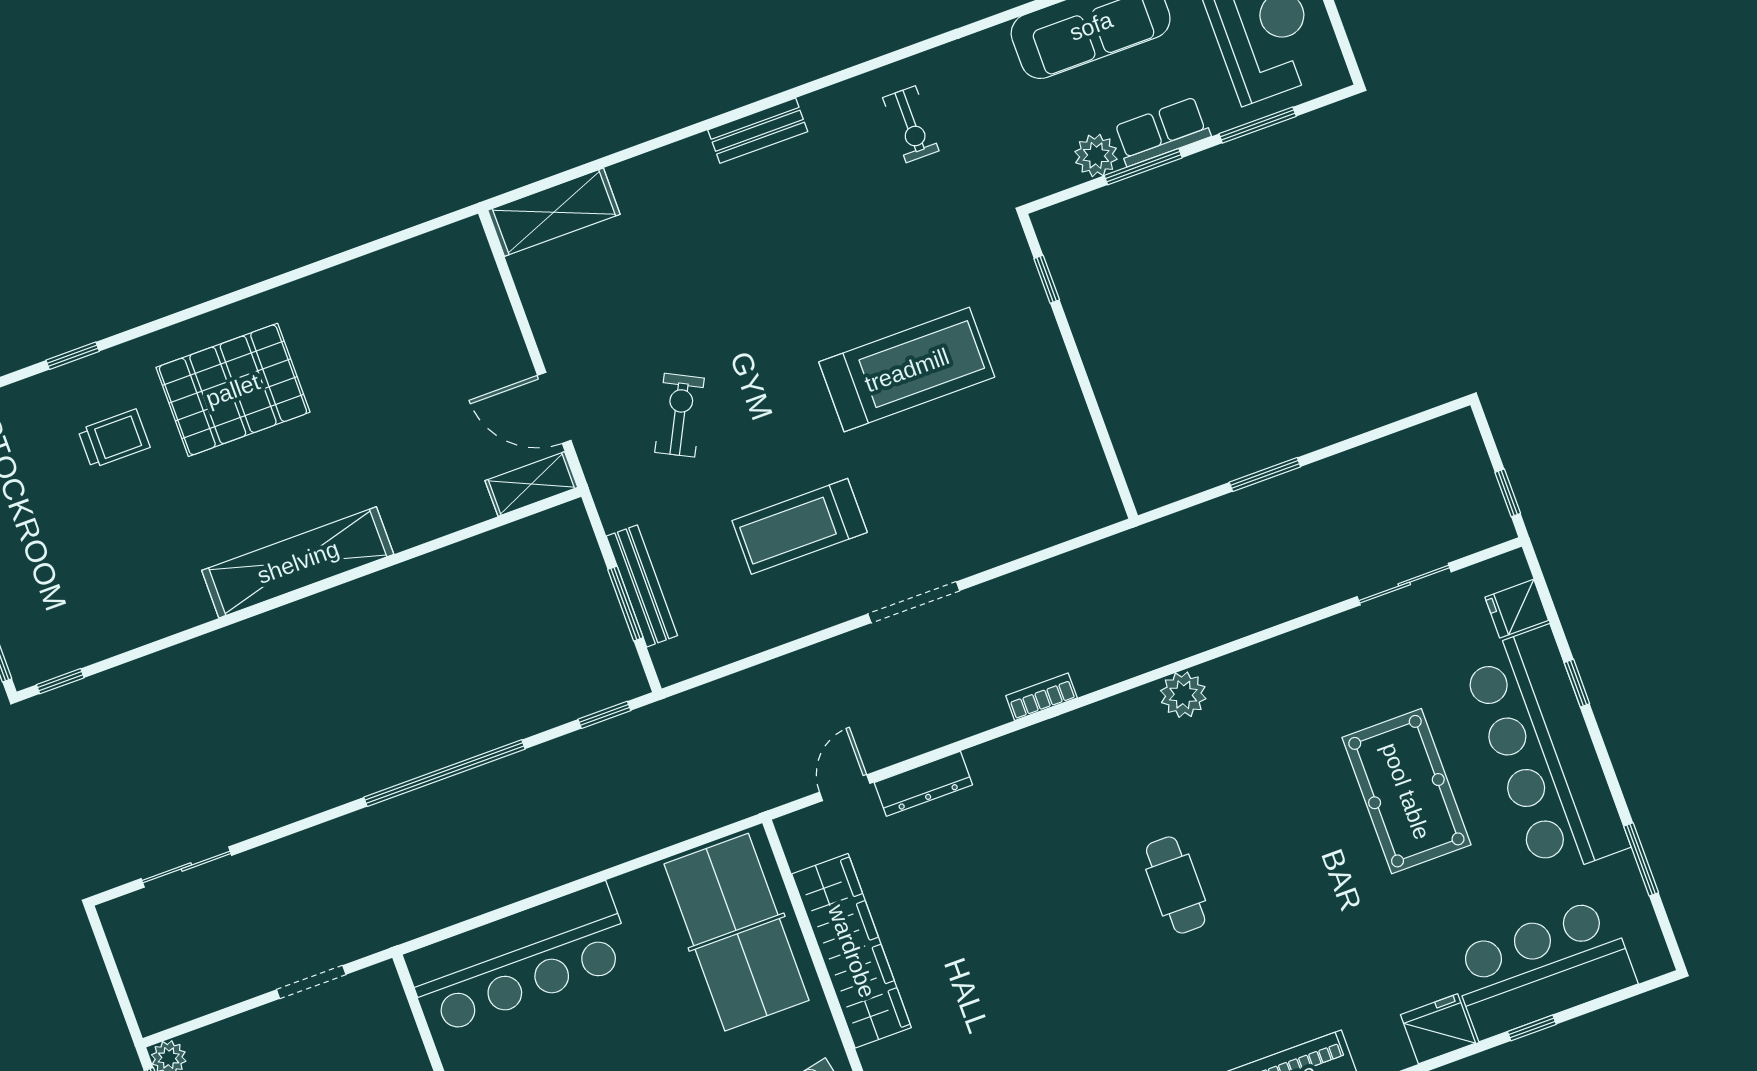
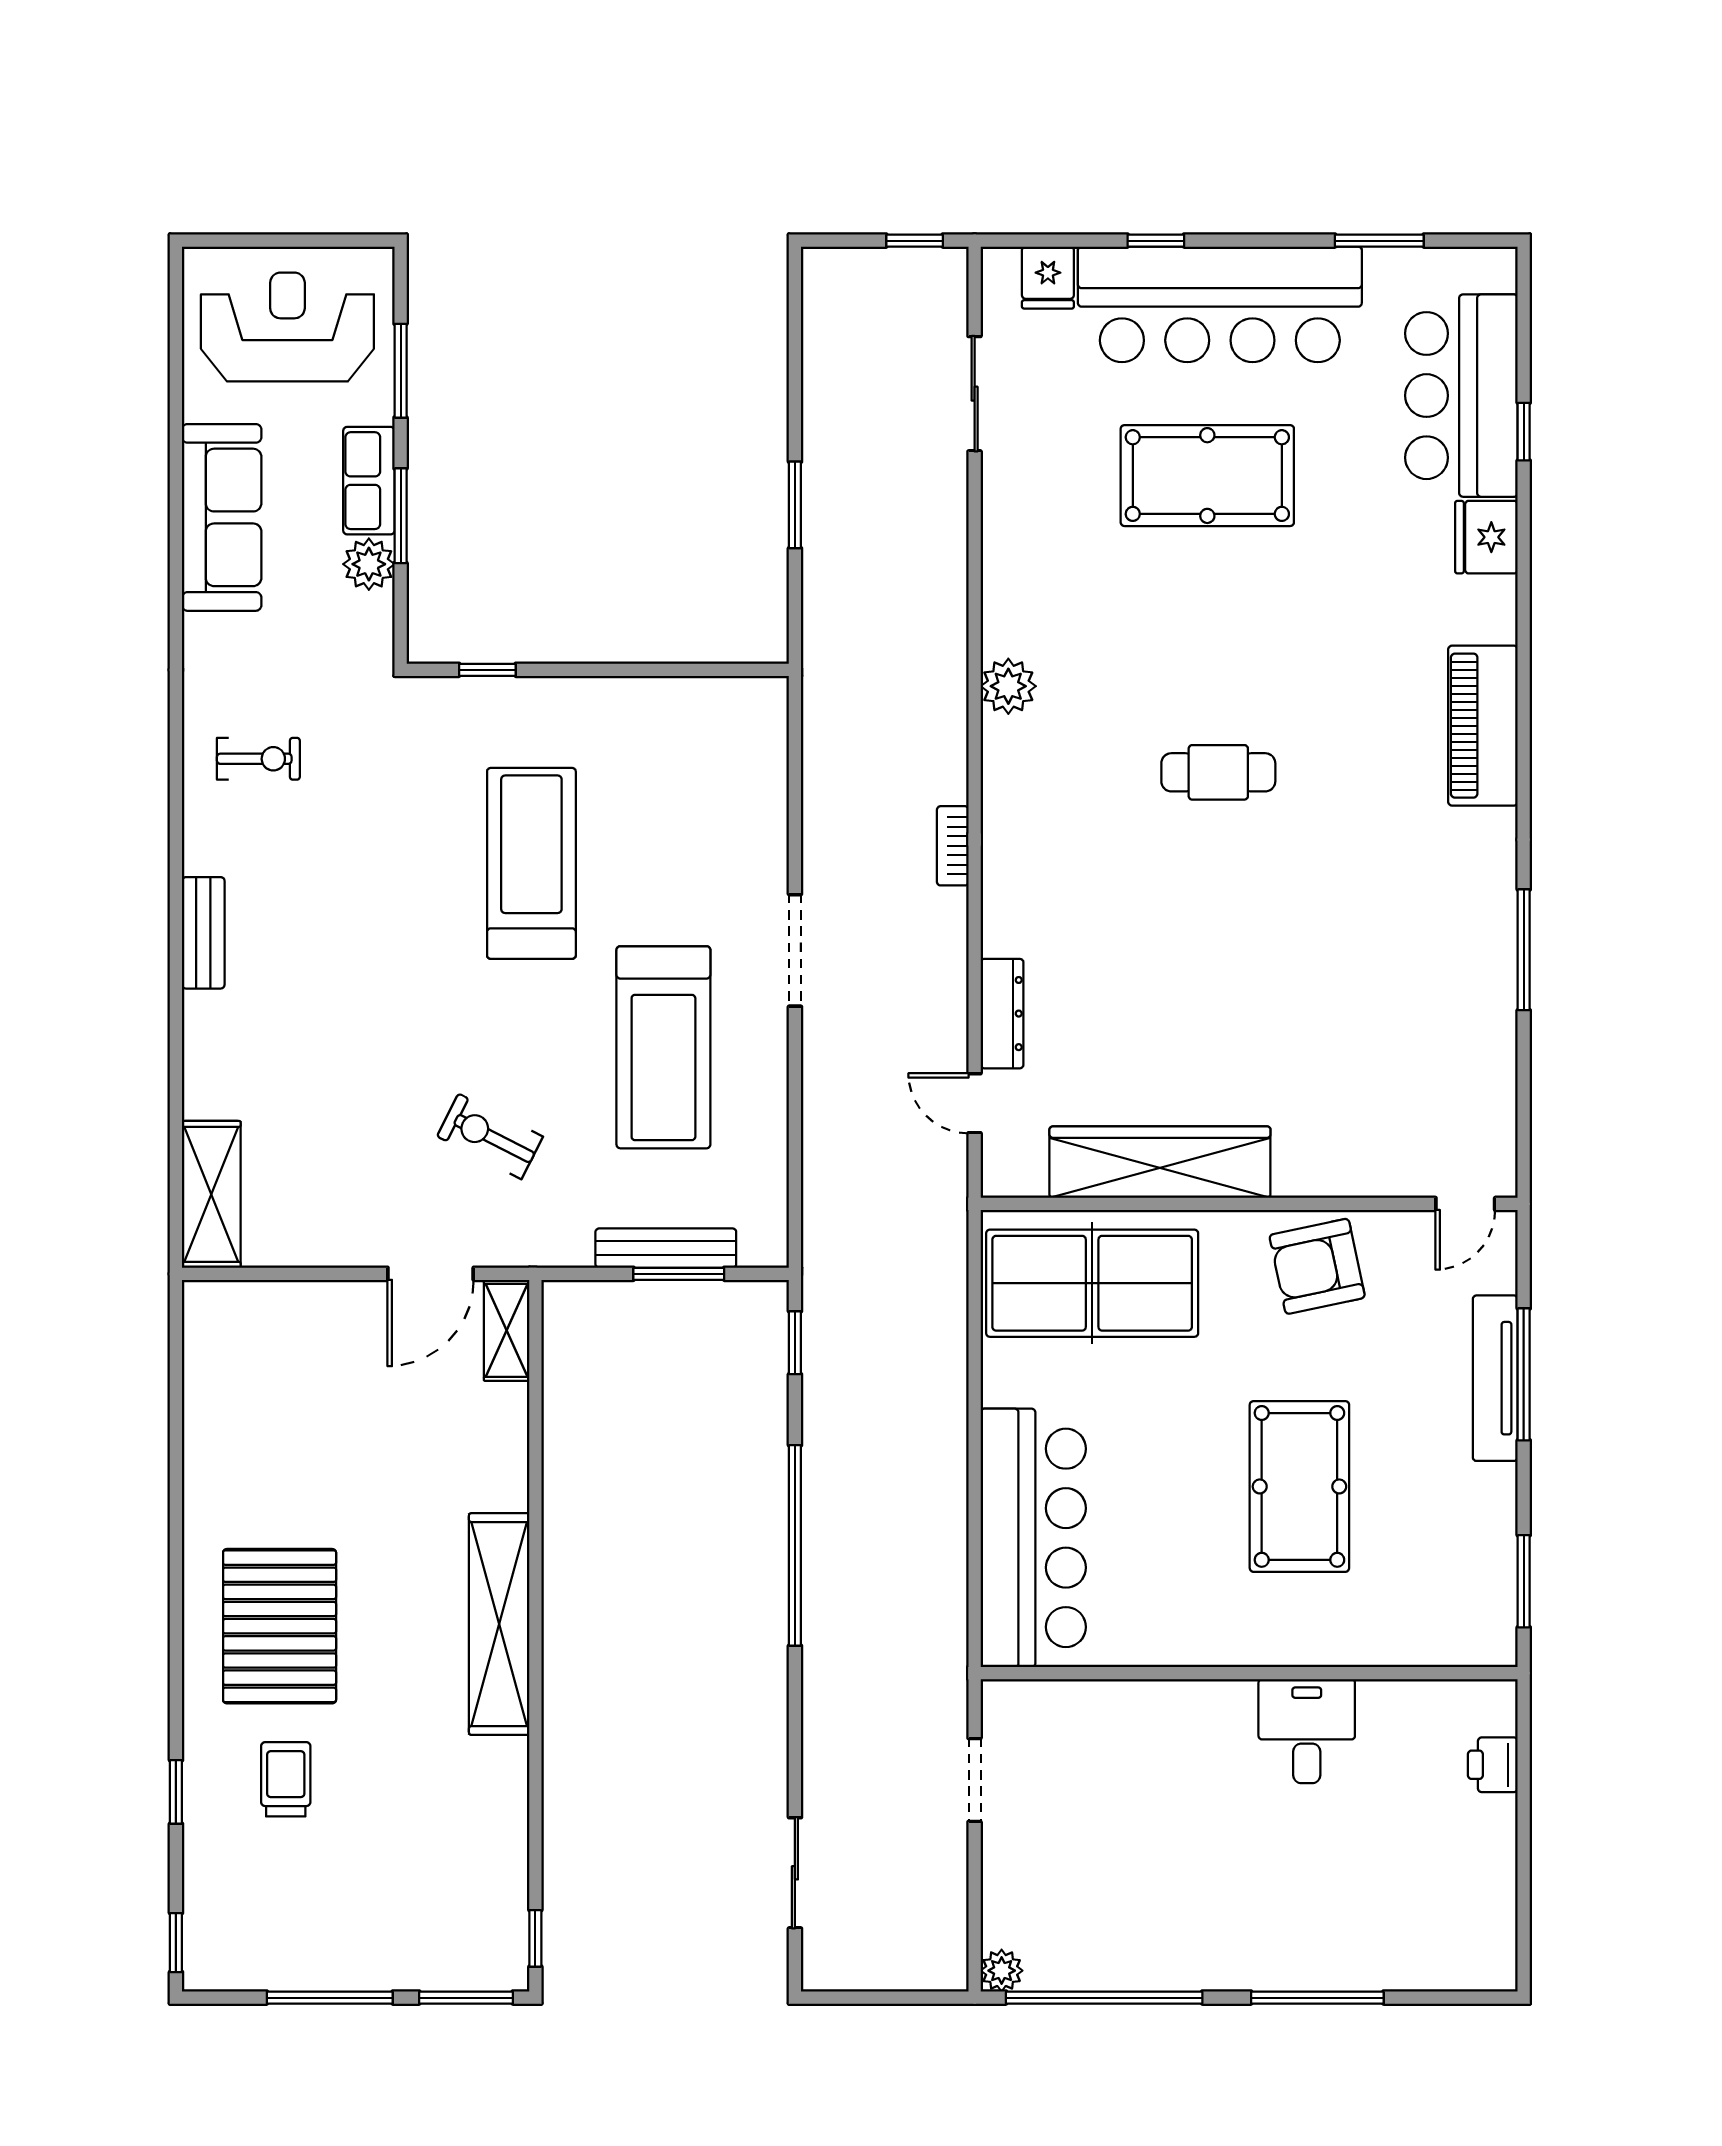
treadmill: (800, 526) -> (663, 1047), width x1.37, depth x1.38

